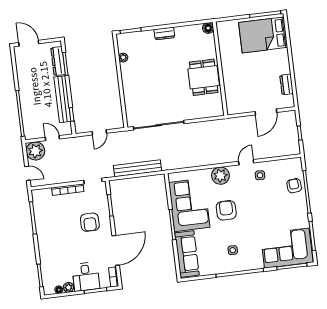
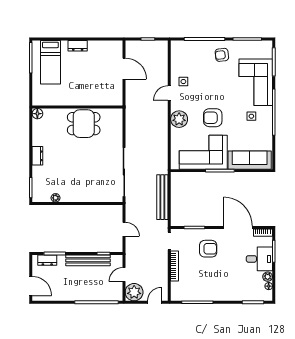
bed: (263, 35) -> (50, 62), width x0.67
door: (29, 43) -> (31, 286), swing flipped
dresser: (58, 61) -> (47, 260), width x0.70
dresser: (287, 84) -> (78, 46), moved
door: (246, 162) -> (169, 93), hinge flipped
armchair: (294, 186) -> (222, 55), moved
corner sofa: (287, 248) -> (256, 82), moved

